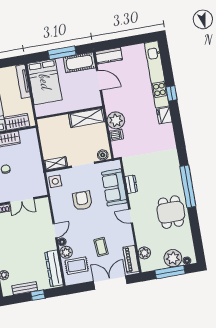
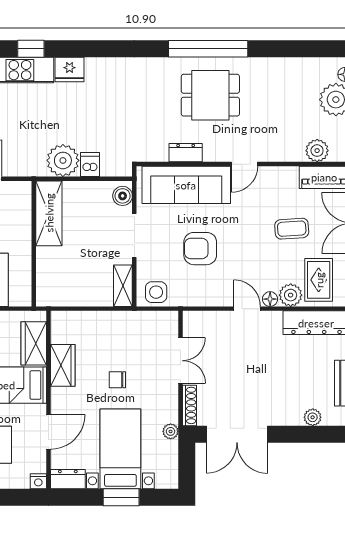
sofa: (114, 187) -> (186, 185), width x1.36
dining table: (171, 212) -> (210, 95), moved

